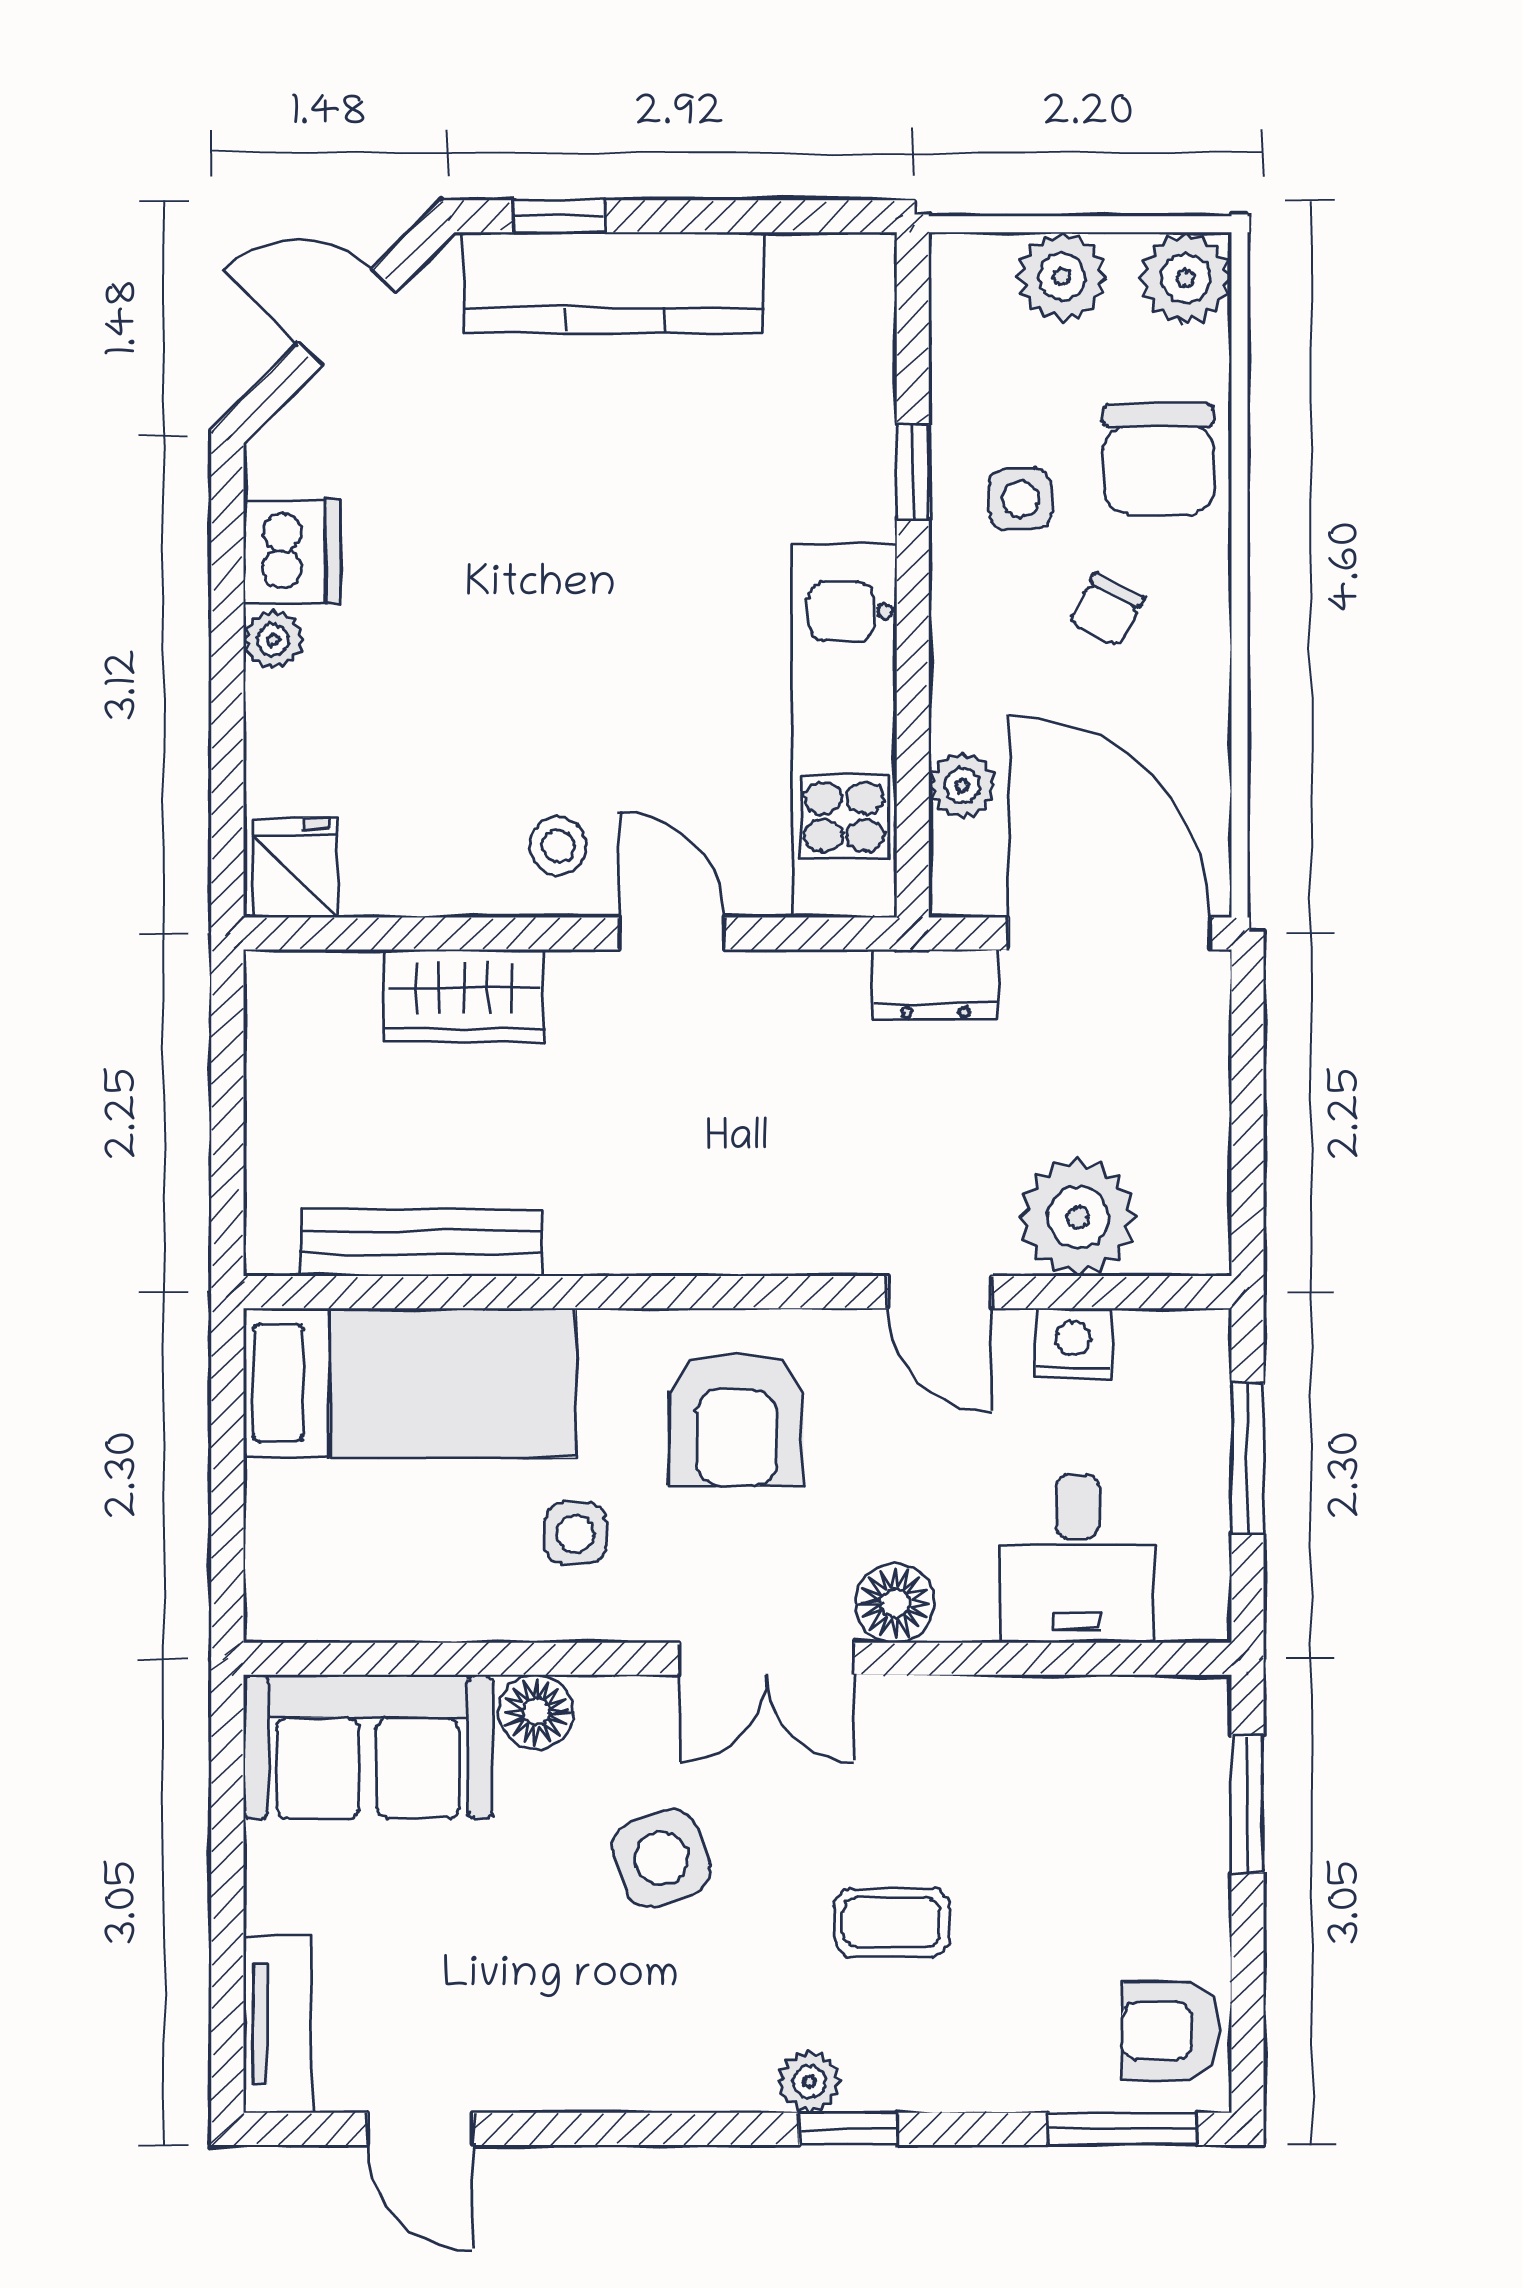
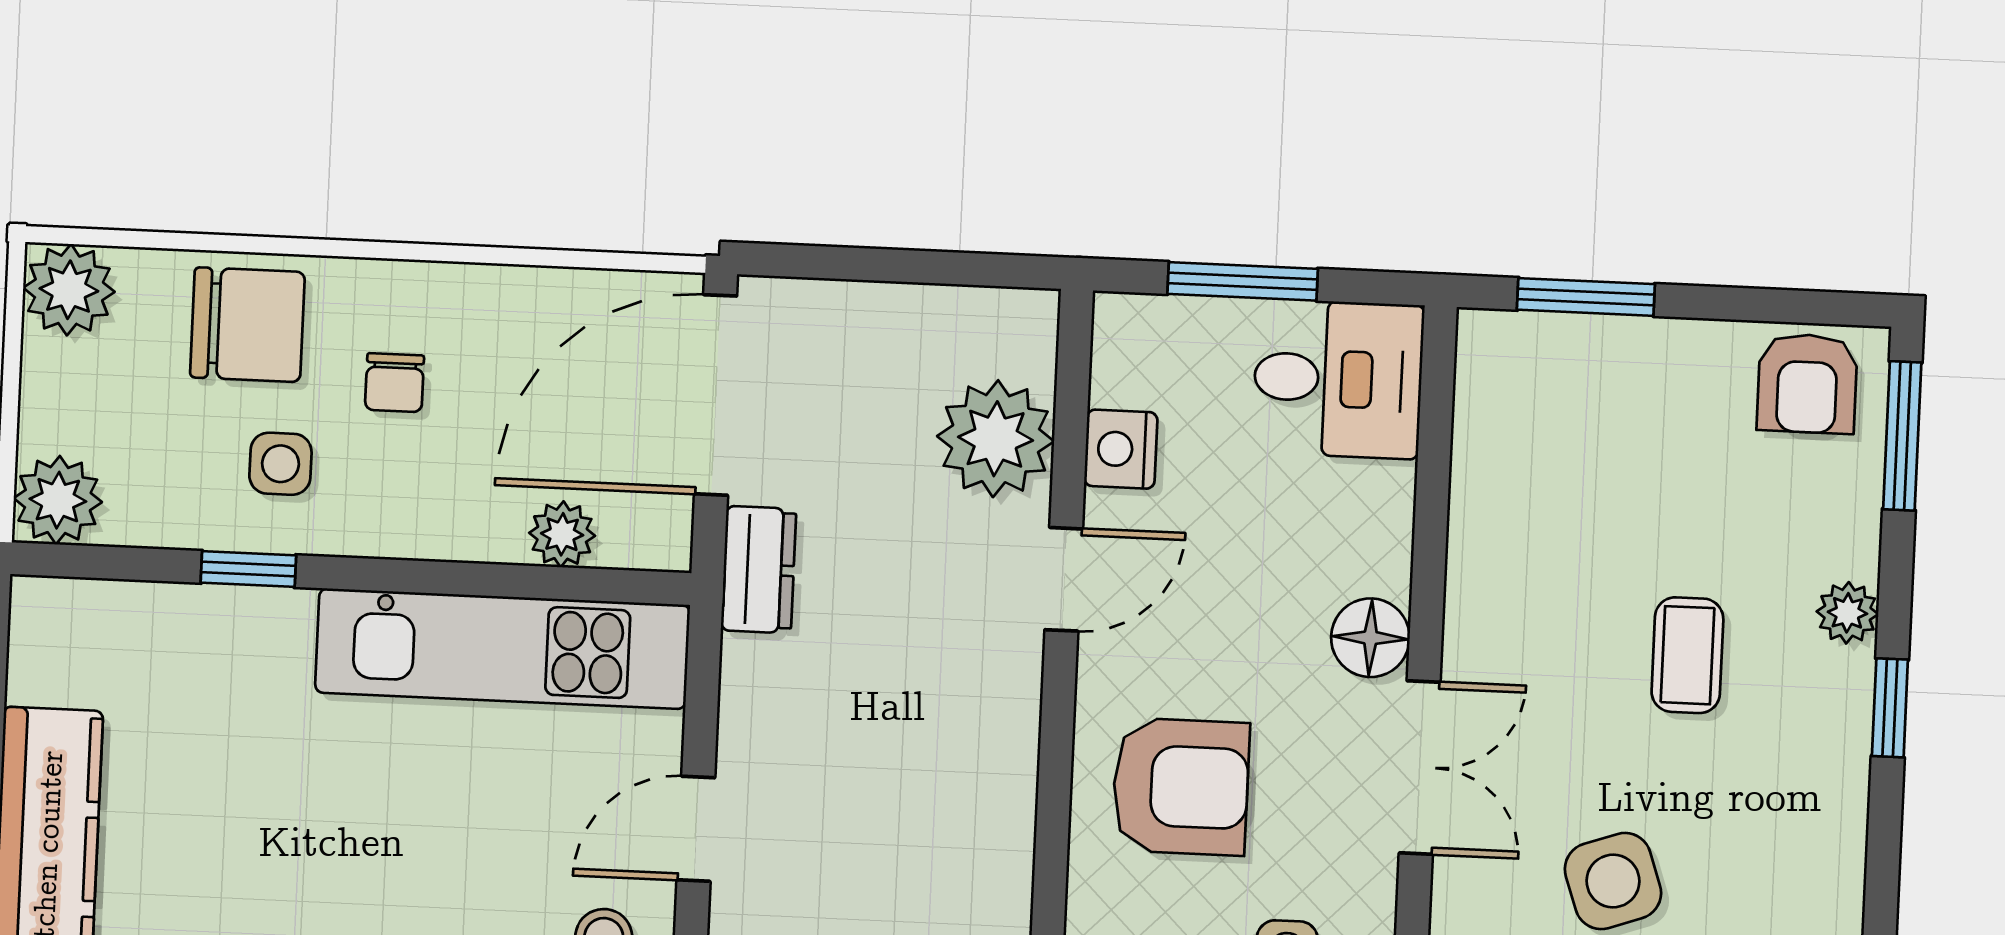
plant: (1062, 277) -> (58, 500), moved
chair: (1107, 610) -> (395, 383), turned 63
desk: (1077, 1559) -> (1338, 379), moved
plant: (809, 2082) -> (1847, 613), moved

